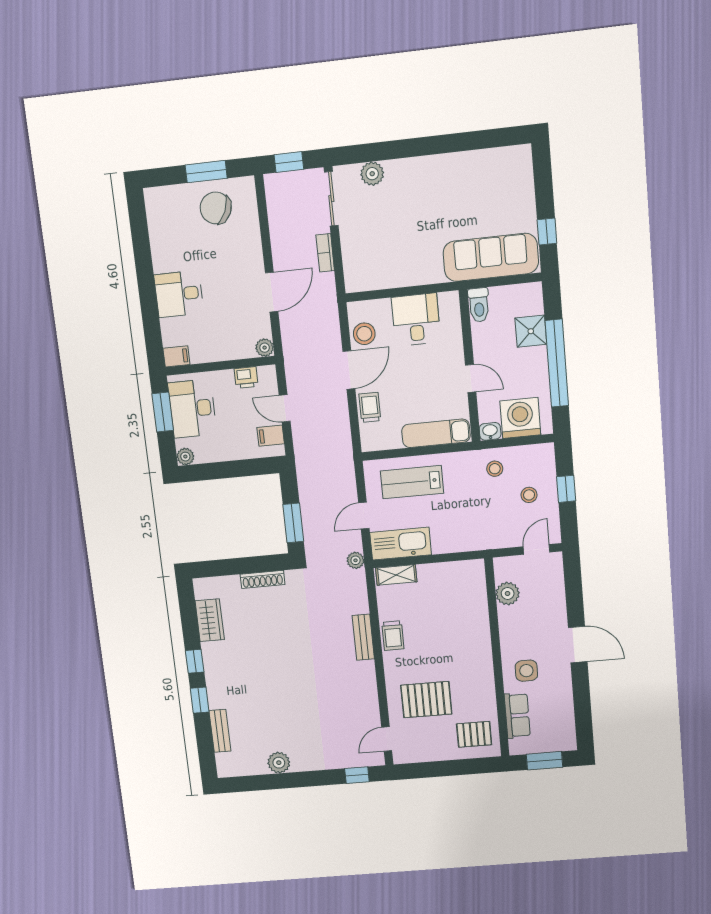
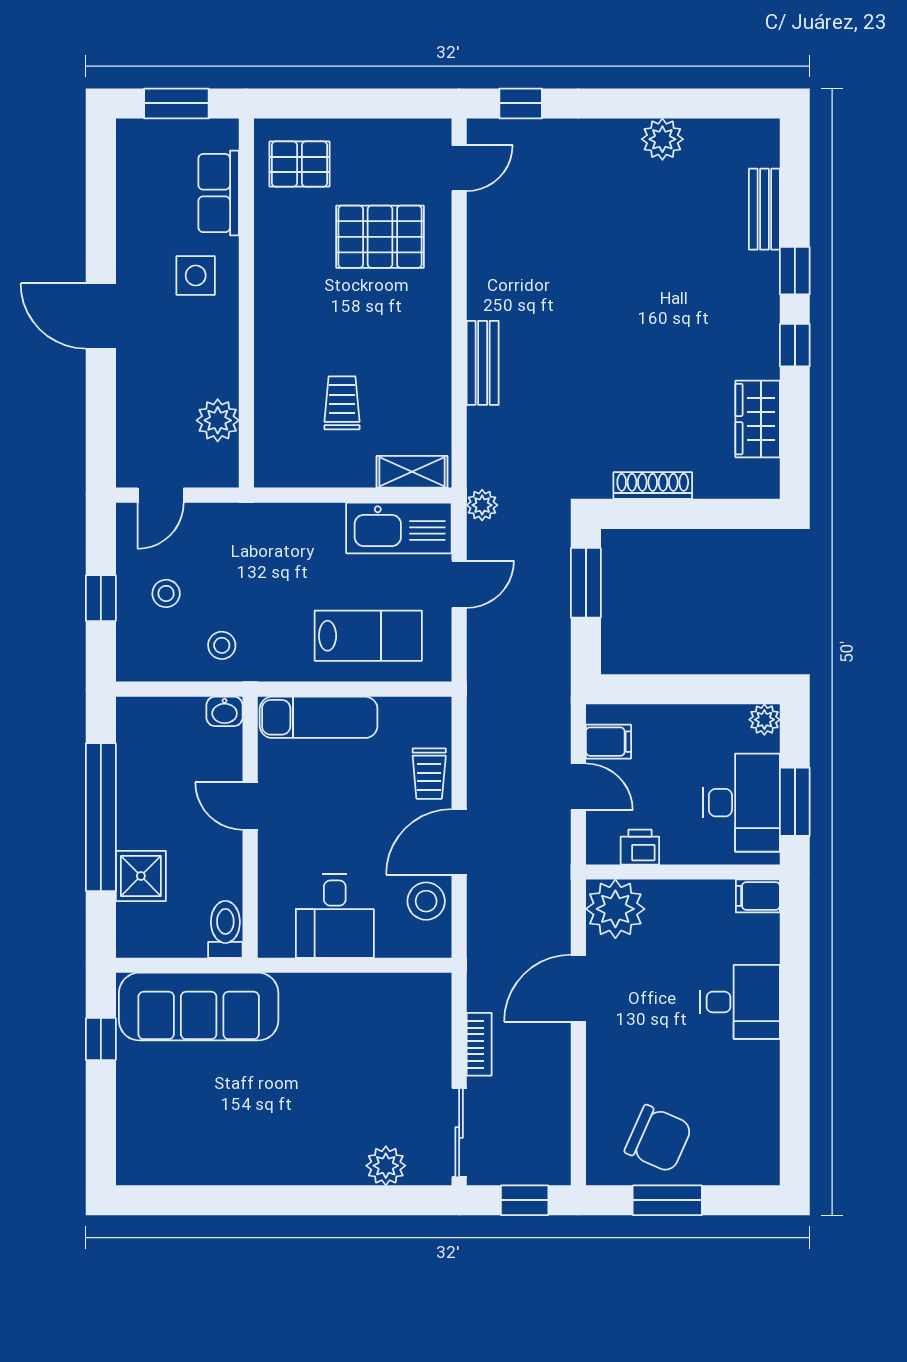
plant: (265, 348) -> (615, 909), width x1.88, depth x1.88
washing machine: (520, 418) -> (171, 729), removed
trolley: (393, 636) -> (342, 403), moved

